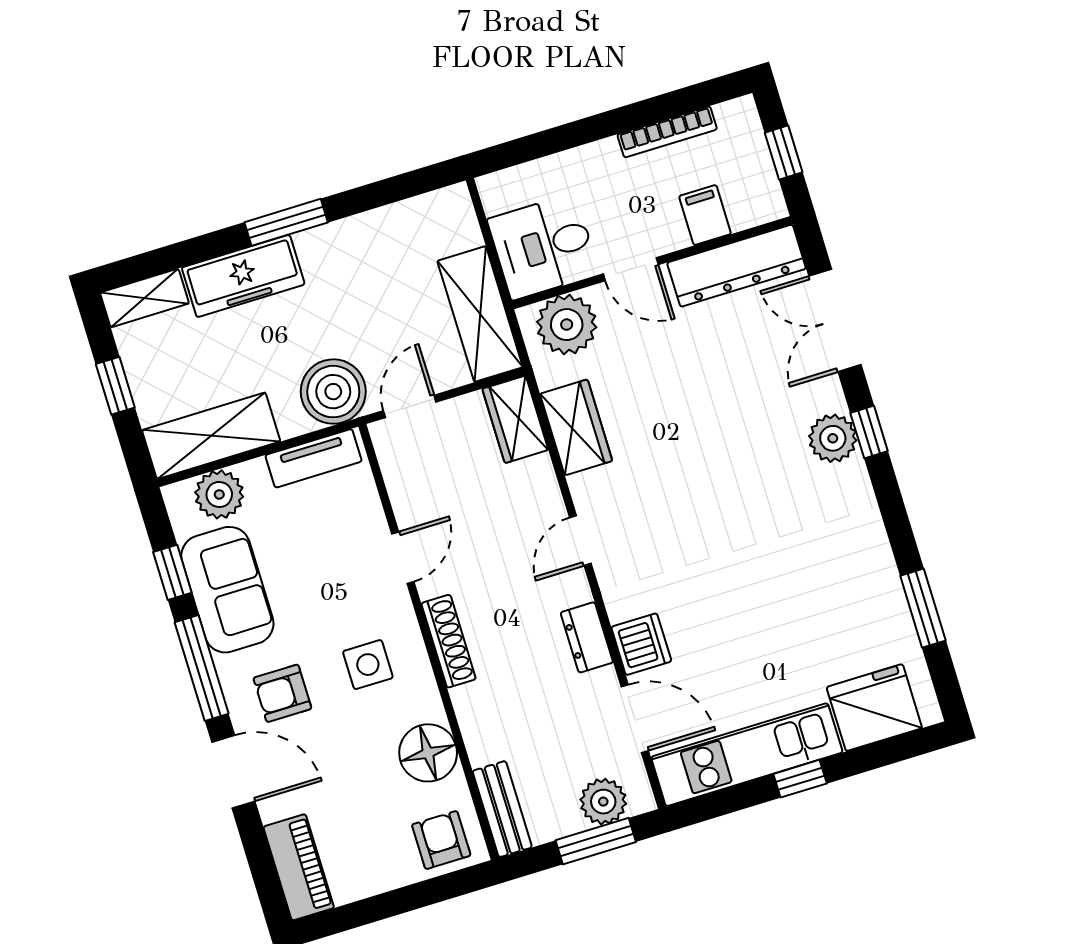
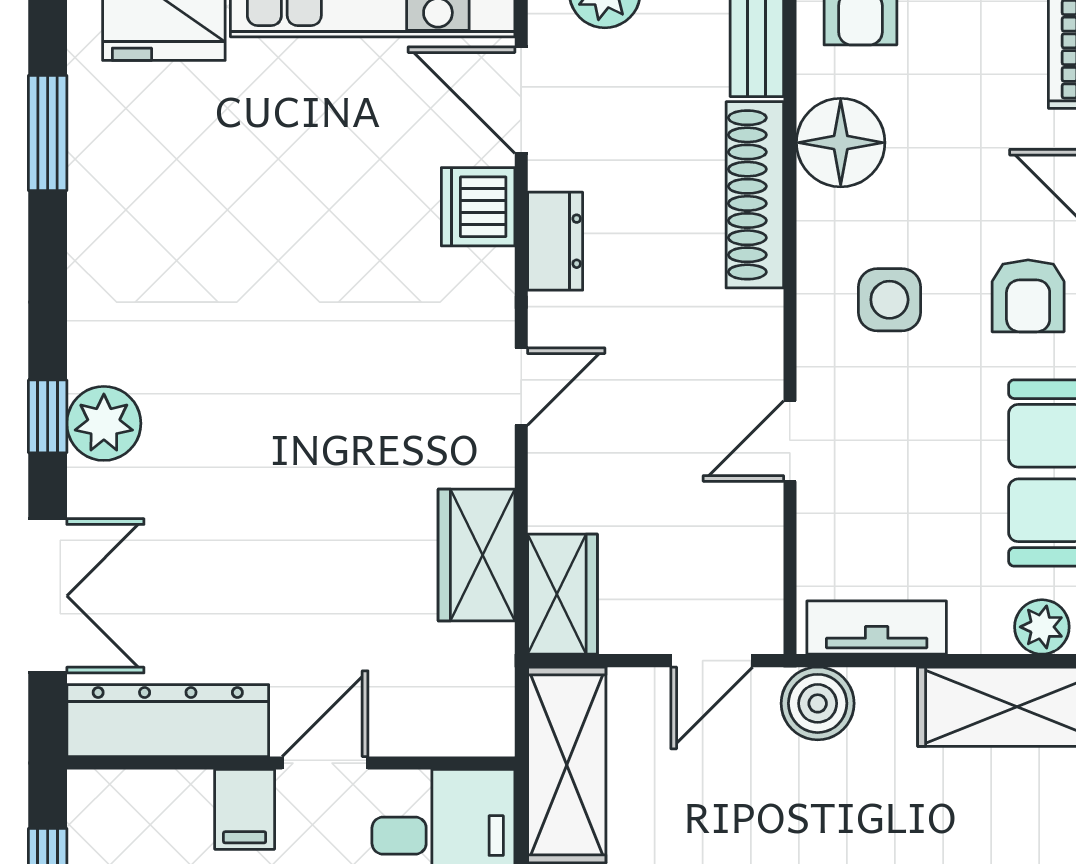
filing cabinet: (705, 215) -> (245, 809), moved
door: (631, 269) -> (325, 763), hinge flipped
plant: (567, 325) -> (444, 710), removed
boiler: (333, 392) -> (818, 703), width x0.73, depth x0.73
plant: (219, 494) -> (1042, 627), width x0.73, depth x0.73
shoe rack: (449, 641) -> (755, 195), moved, width x1.36, depth x1.24
armchair: (282, 693) -> (1028, 296), turned 90

